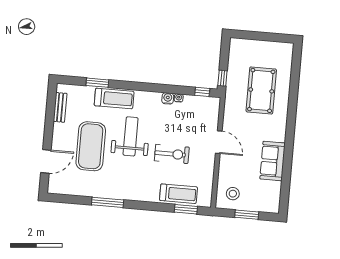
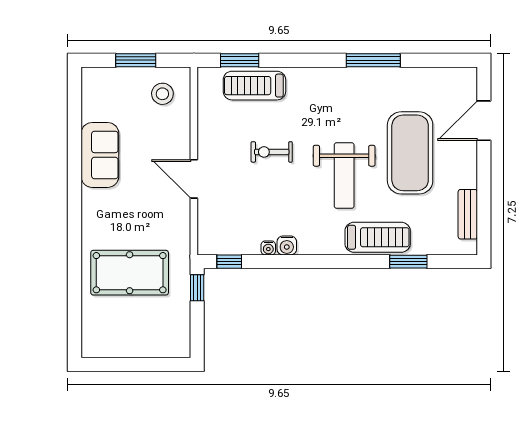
pool table: (261, 90) -> (130, 273), turned 90
treadmill: (114, 99) -> (378, 237), turned 180
exercise bike: (172, 154) -> (272, 152), width x0.73, depth x0.72

